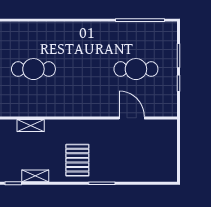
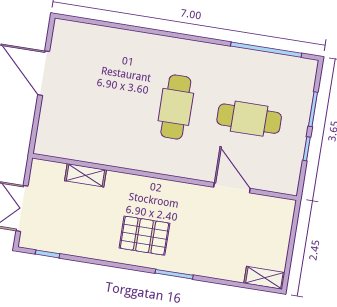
cafe table: (33, 69) -> (176, 107), moved, turned 90
pallet: (77, 160) -> (144, 236), turned 90
shelving: (35, 176) -> (264, 278), moved

